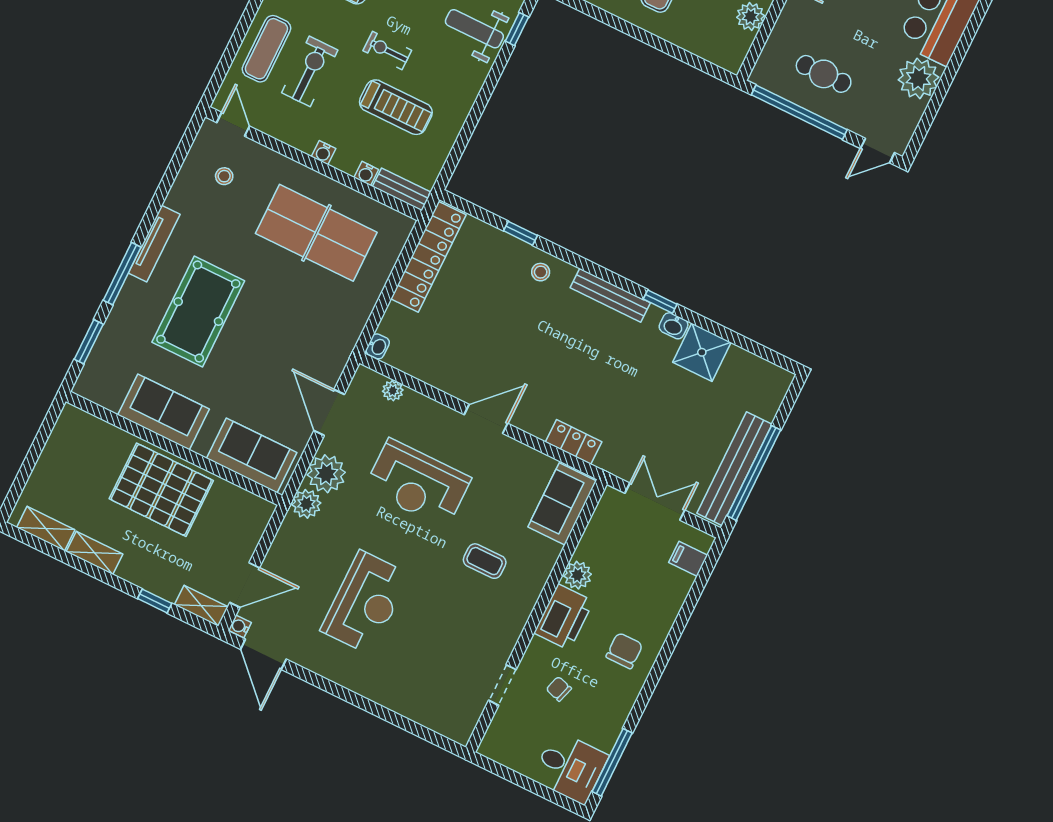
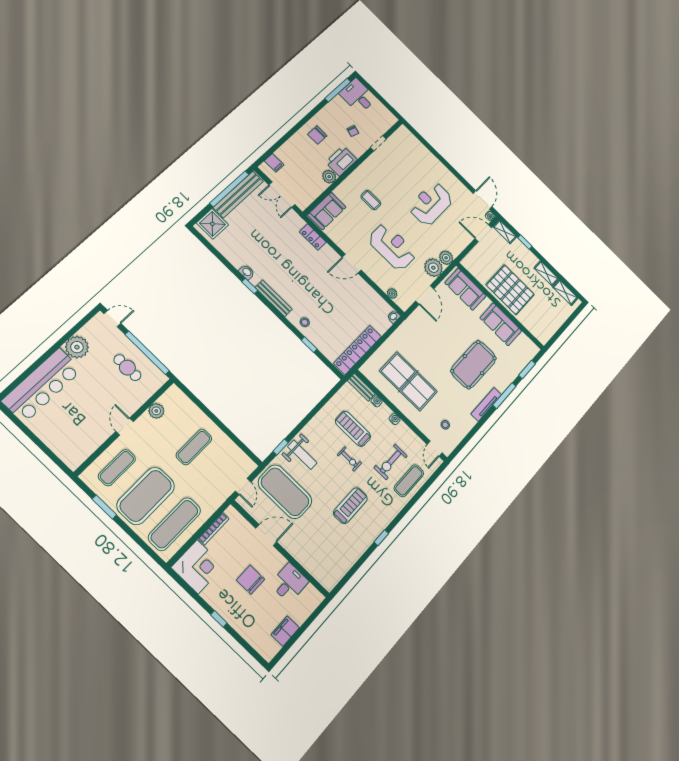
shower: (702, 352) -> (212, 224), moved

